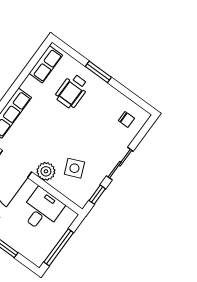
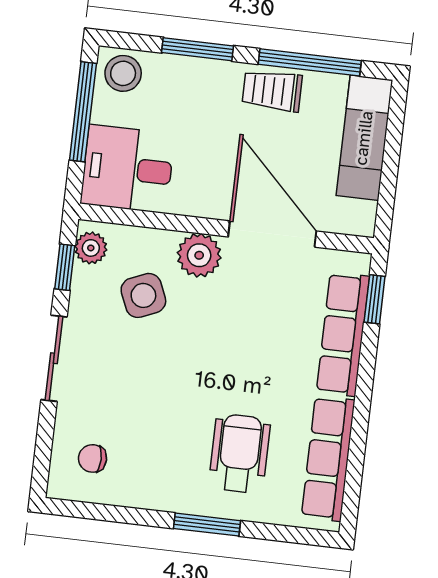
row of seats: (46, 64) -> (328, 459), width x1.48
plant: (84, 196) -> (91, 248), added
desk: (42, 210) -> (128, 169), moved, turned 90
stool: (36, 253) -> (123, 73), added

